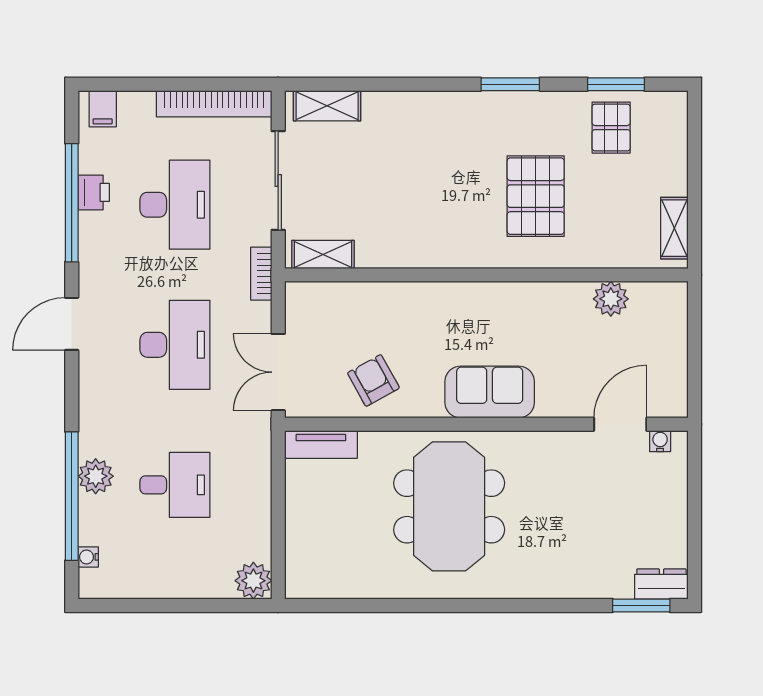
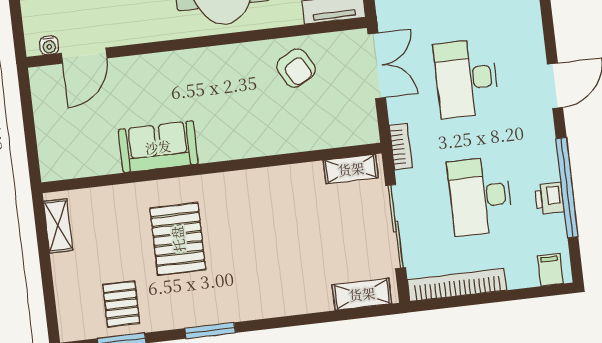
plant: (611, 299) -> (105, 160), removed
sofa: (490, 392) -> (158, 147), moved, turned 180

